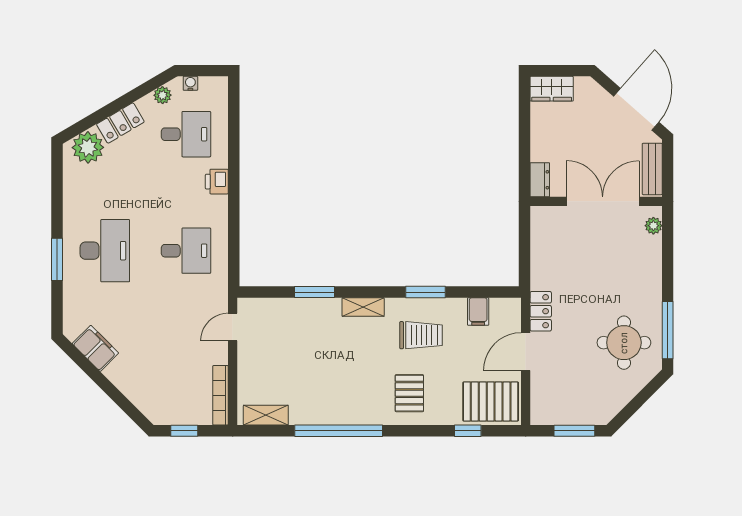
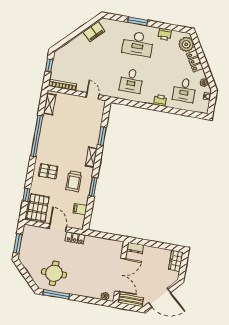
printer: (75, 197) -> (165, 34), added

